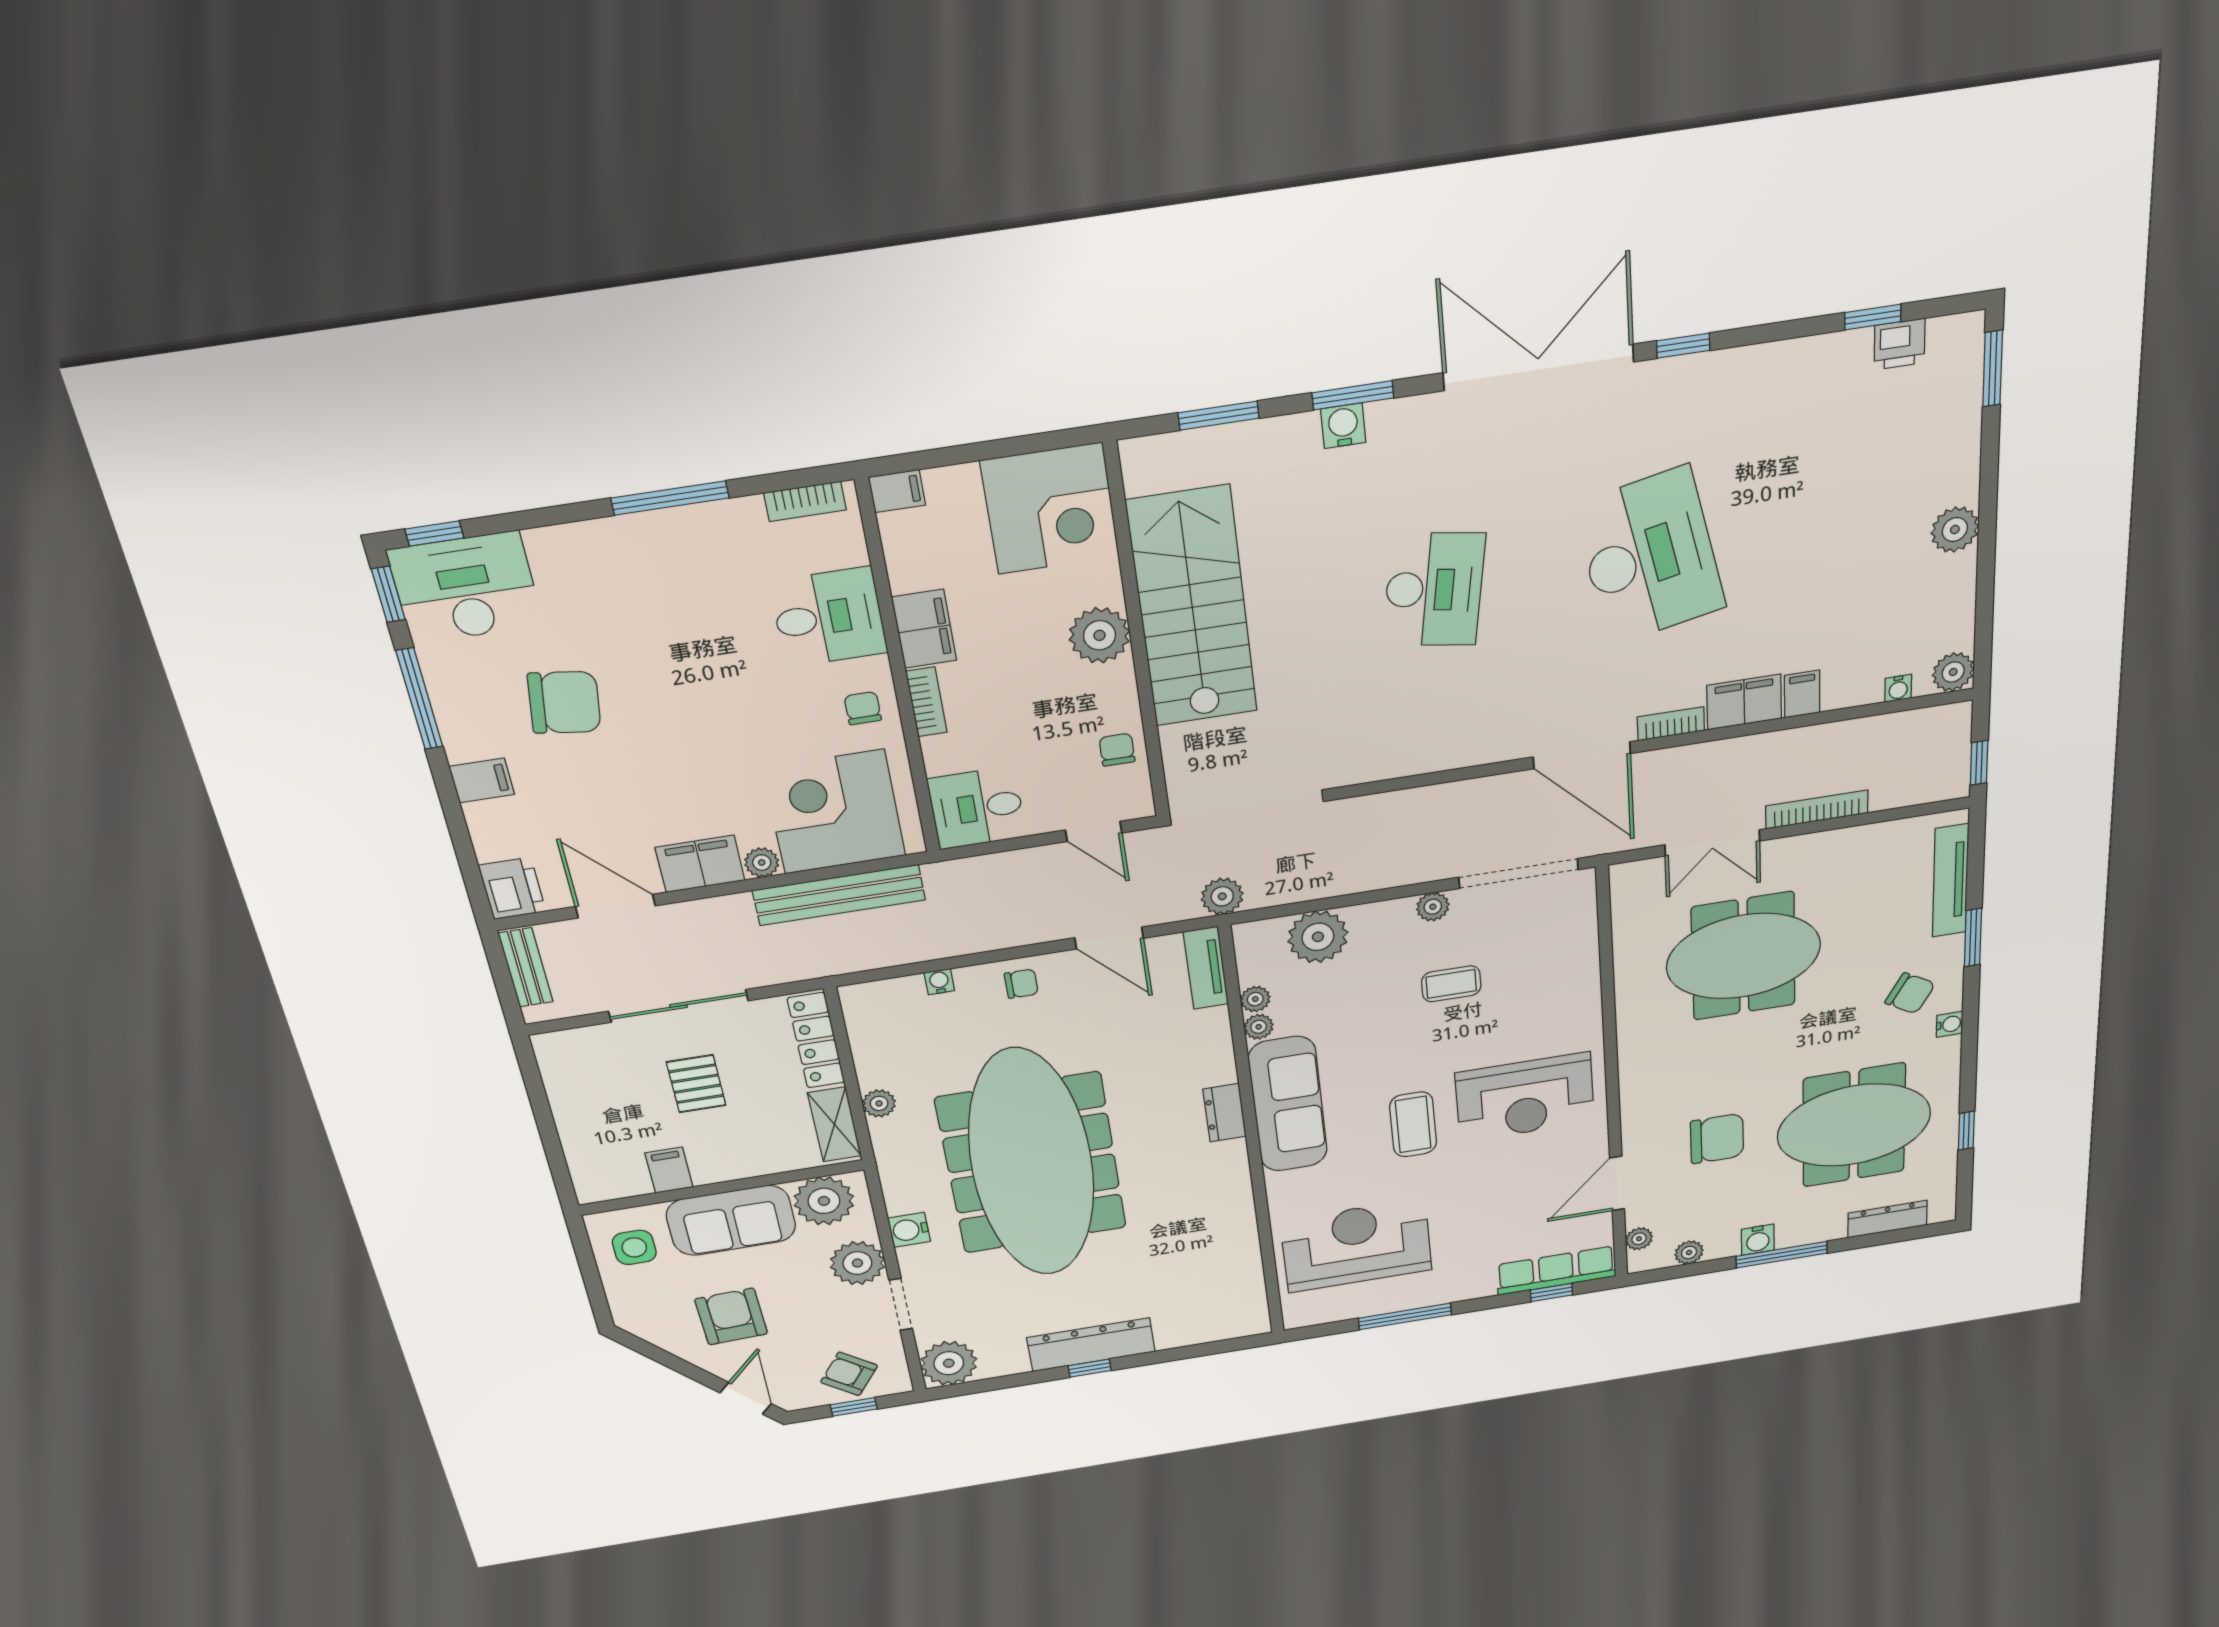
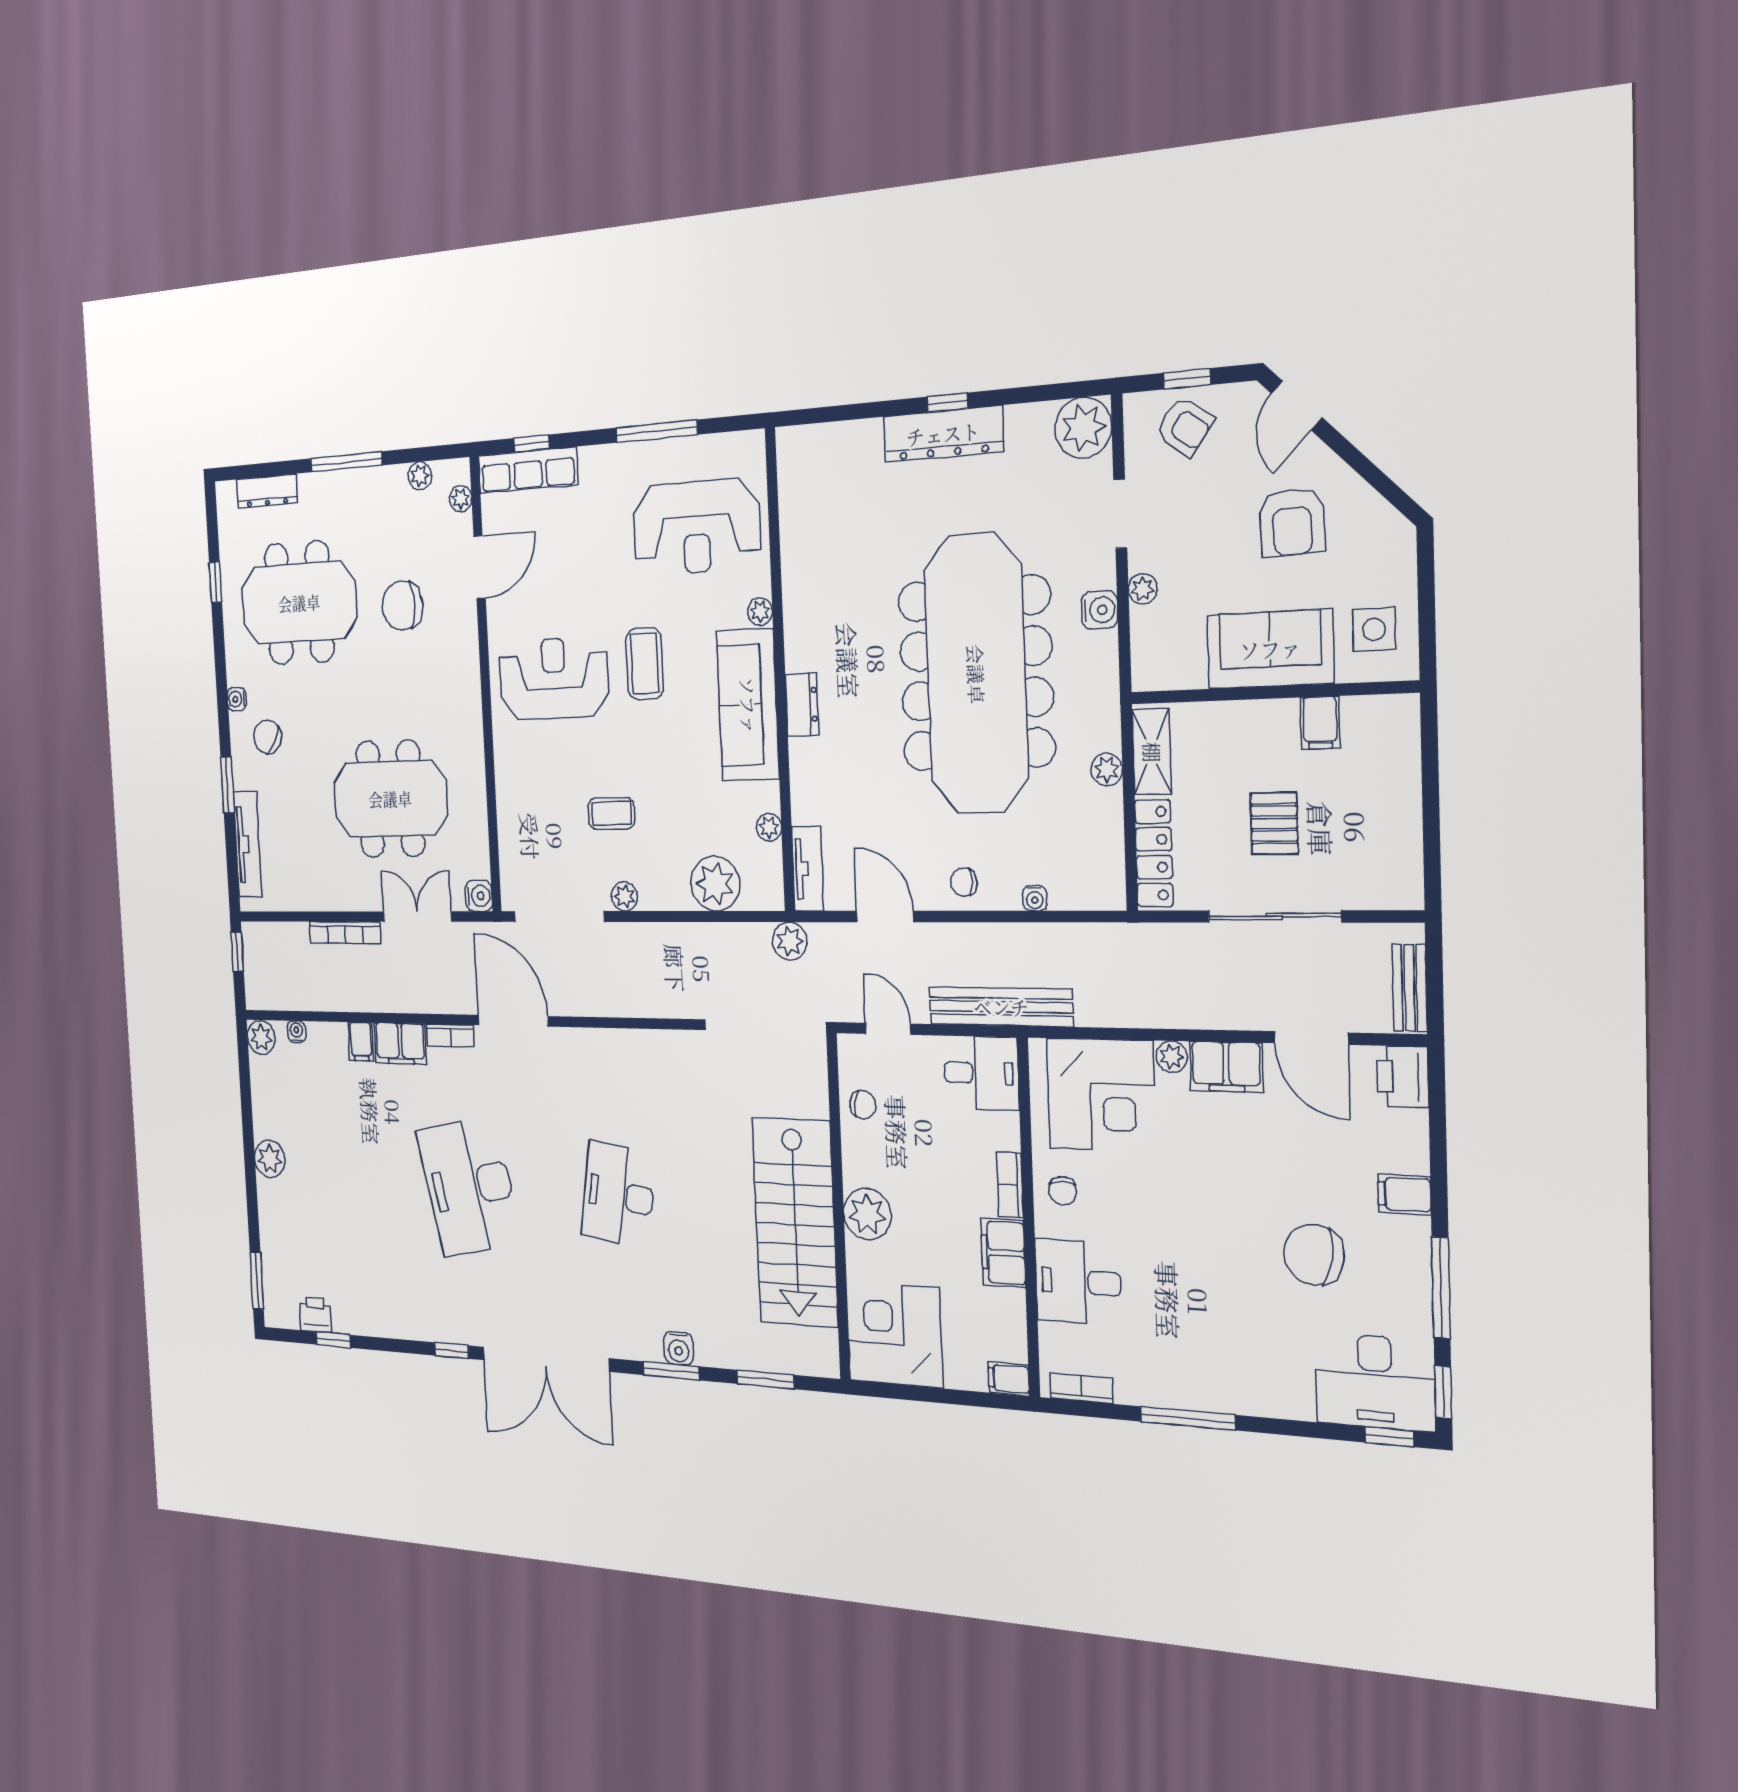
chair: (1117, 750) -> (863, 1105), turned -83
bench: (839, 895) -> (1001, 1007), moved
plant: (1259, 1027) -> (760, 612), moved
plant: (824, 1201) -> (1176, 659), removed
water cooler: (1758, 1240) -> (479, 896), moved, turned 90
plant: (857, 1263) -> (1143, 589), width x0.53, depth x0.53

